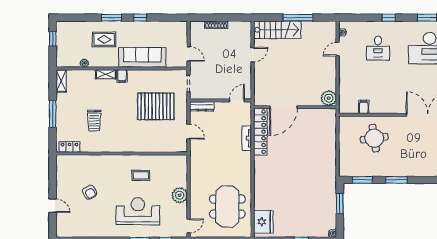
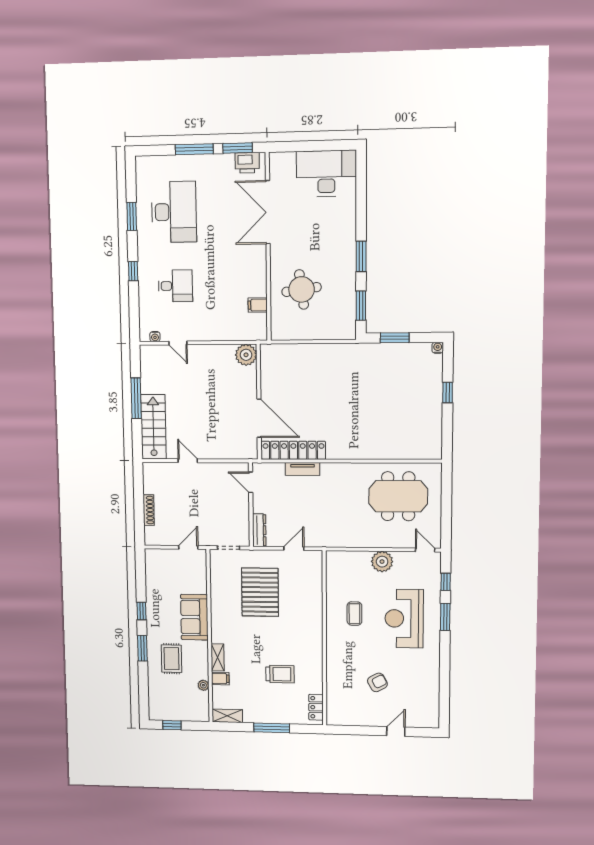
sofa: (142, 57) -> (194, 617), width x0.73
filing cabinet: (122, 76) -> (220, 679), moved
fridge: (263, 222) -> (420, 446), removed

